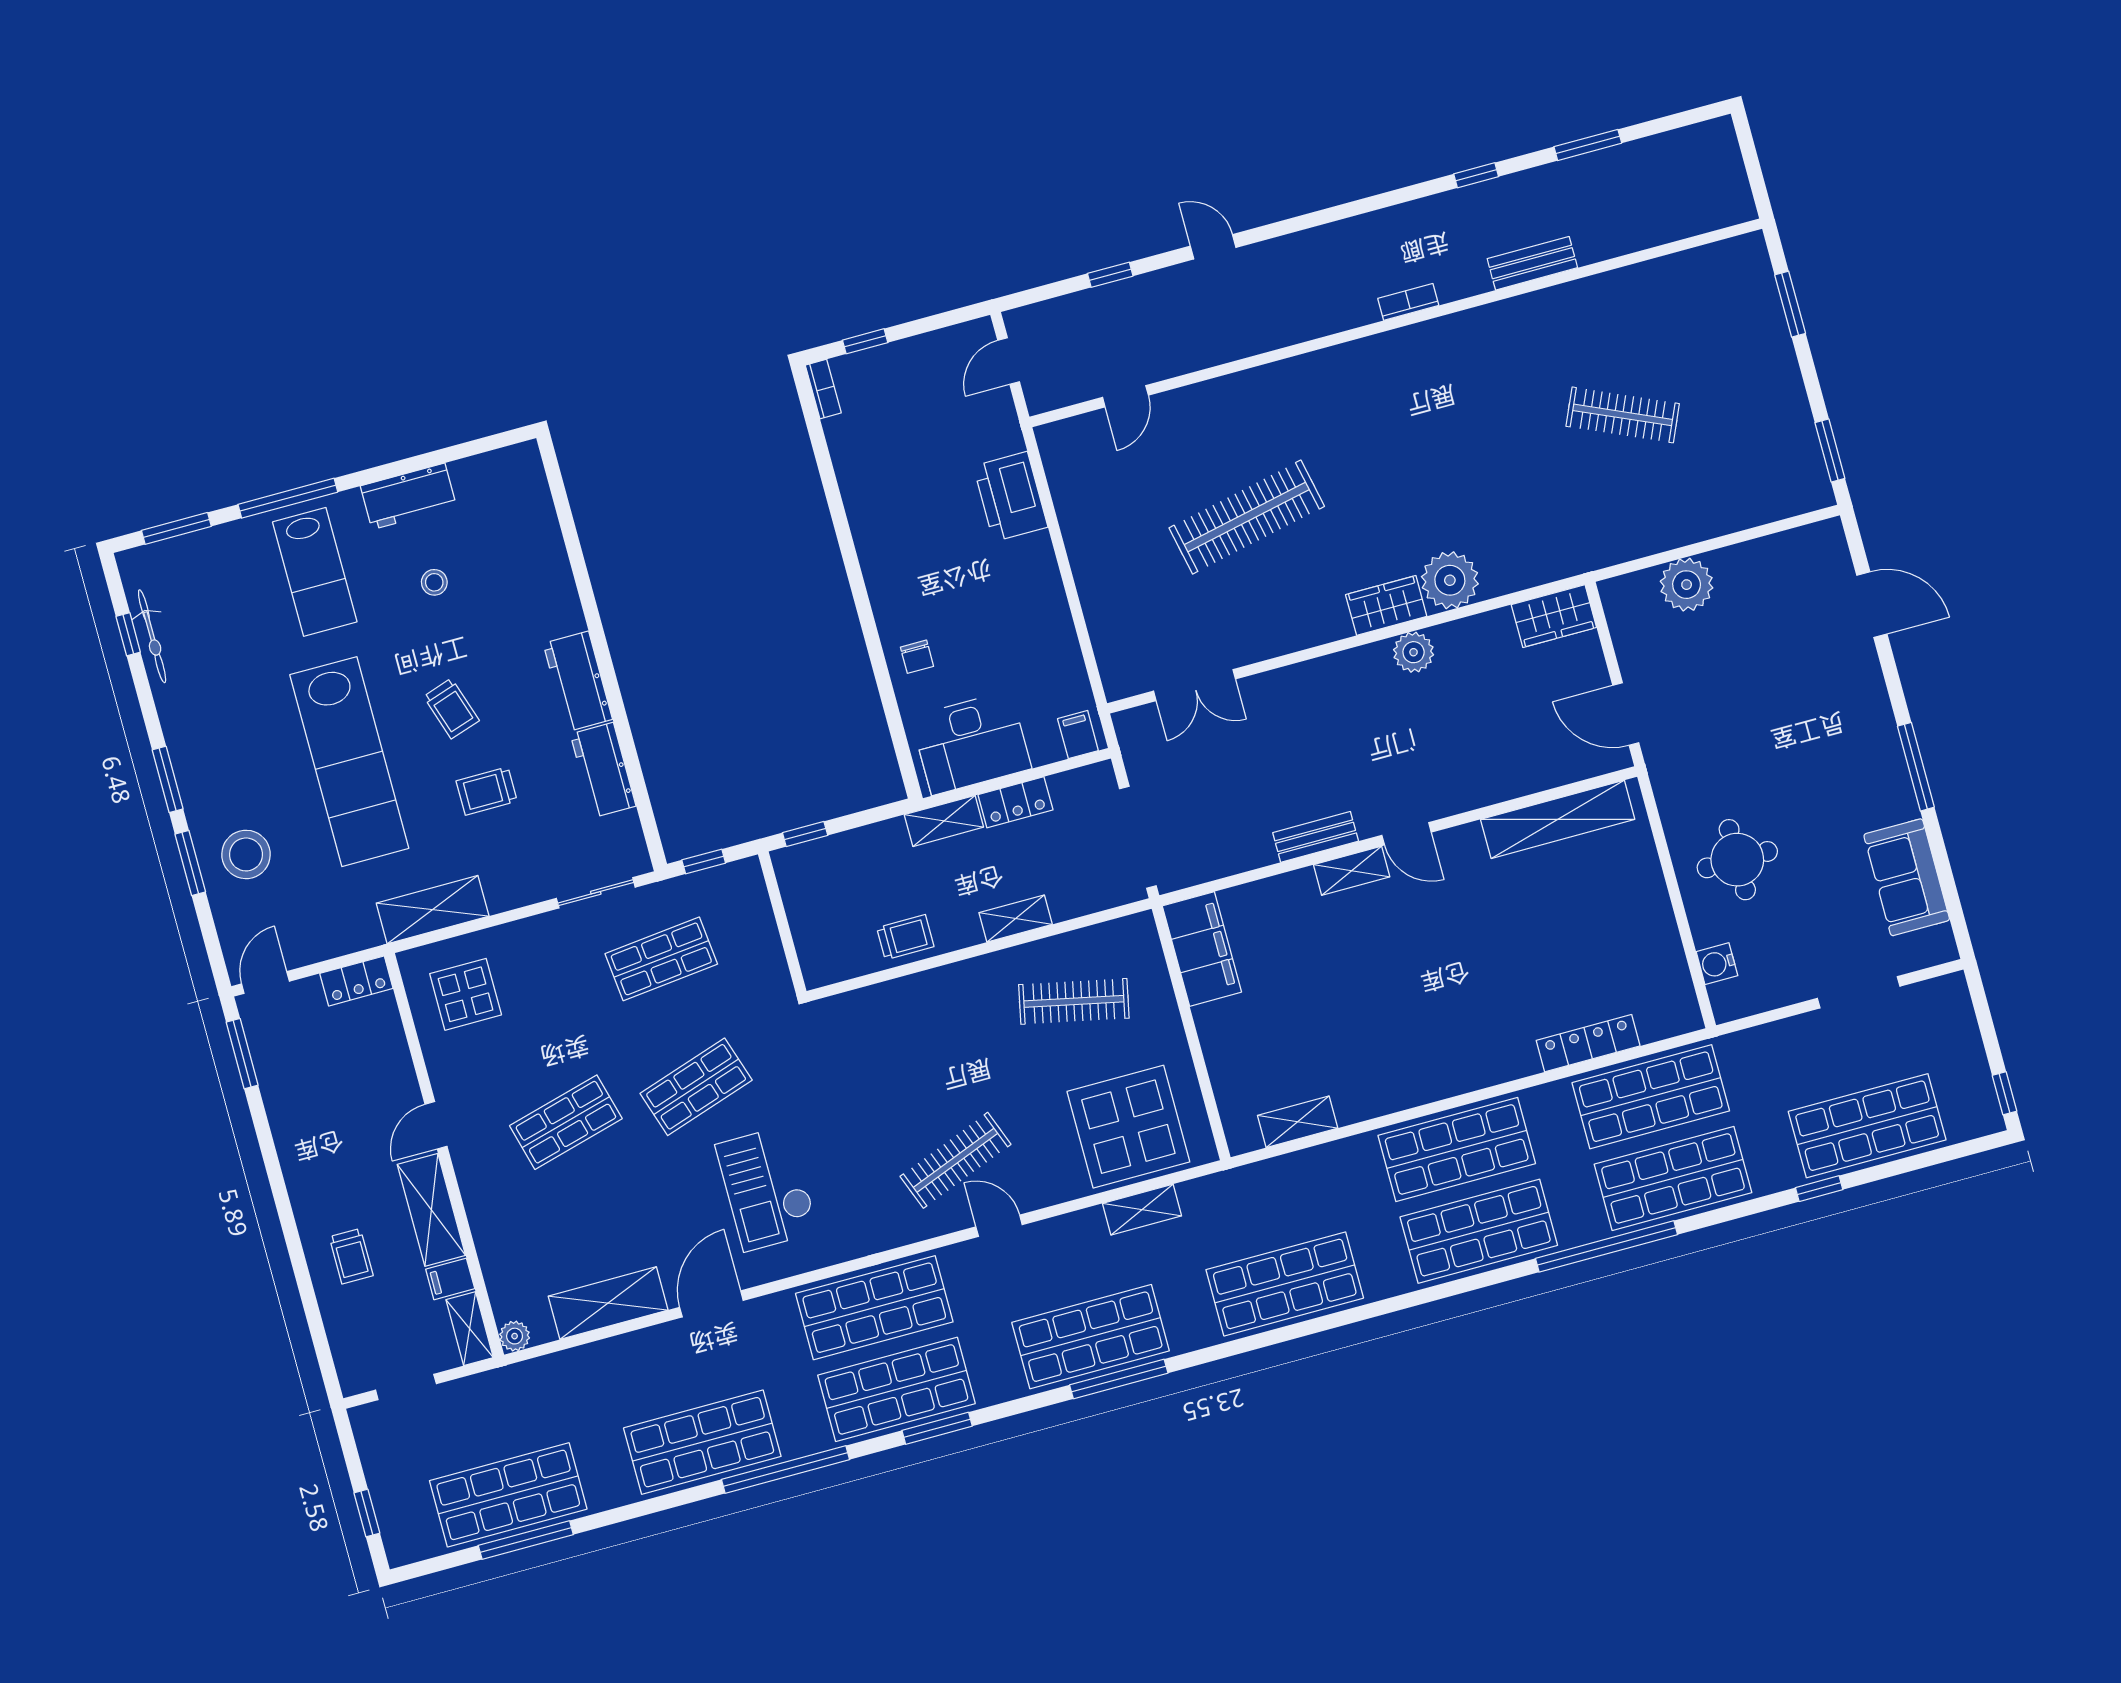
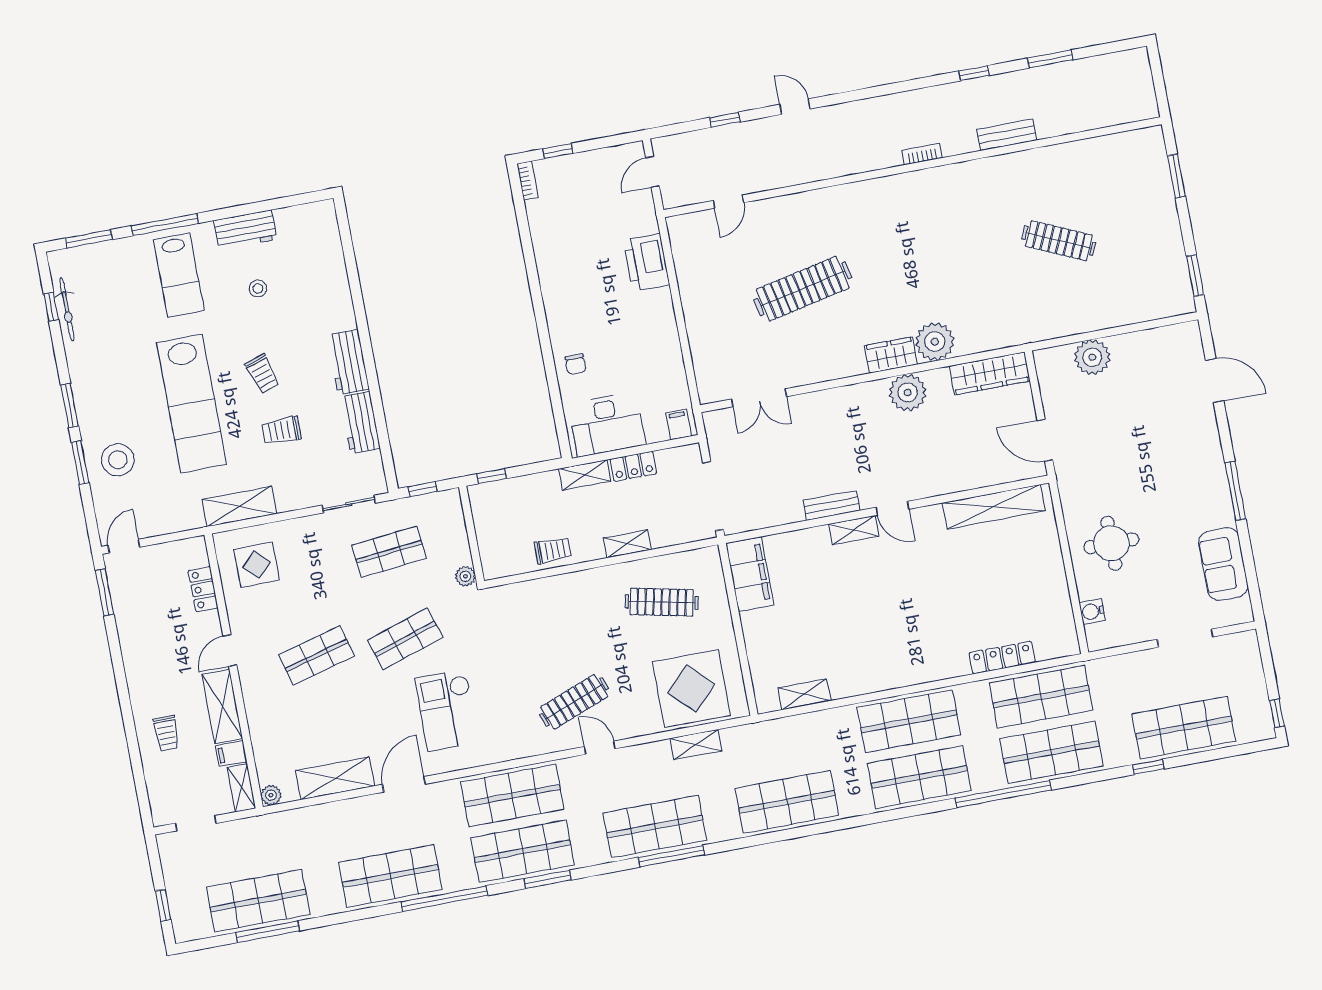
wardrobe: (1554, 616) -> (990, 373), width x1.50
plant: (1414, 652) -> (908, 392), width x1.36, depth x1.36
locker: (356, 981) -> (203, 589), moved, turned 90
plant: (778, 986) -> (465, 576), added

